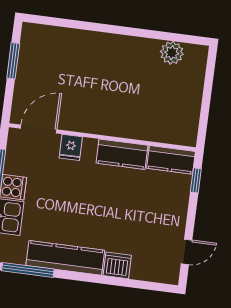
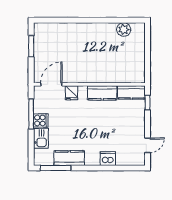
kitchen counter: (65, 258) -> (69, 158), width x0.67

